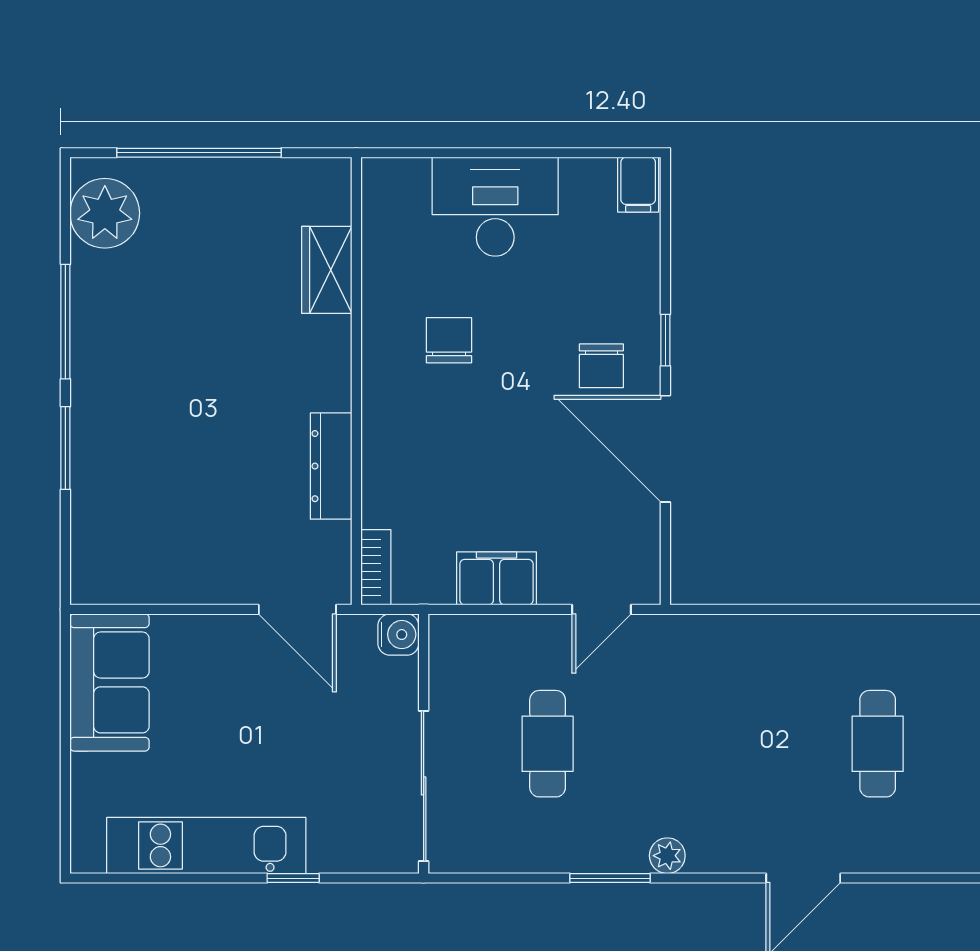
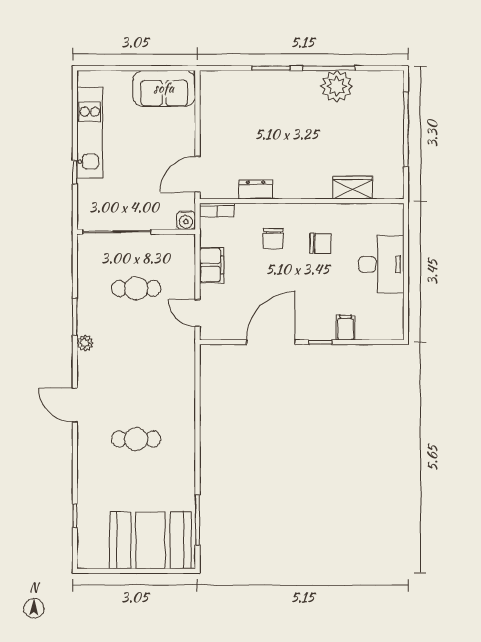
filing cabinet: (638, 185) -> (345, 328), moved, turned 90
plant: (105, 213) -> (337, 86), moved
chair: (601, 366) -> (273, 238), moved, turned -90
dresser: (331, 466) -> (256, 190), width x0.70

